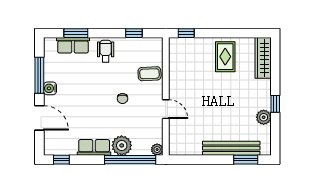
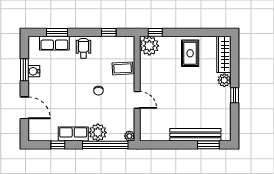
plant: (179, 48) -> (149, 46), added
window: (39, 75) -> (24, 70), width x0.69
water cooler: (50, 88) -> (34, 71), moved
plant: (264, 117) -> (224, 80), moved
window: (61, 160) -> (58, 145), moved

